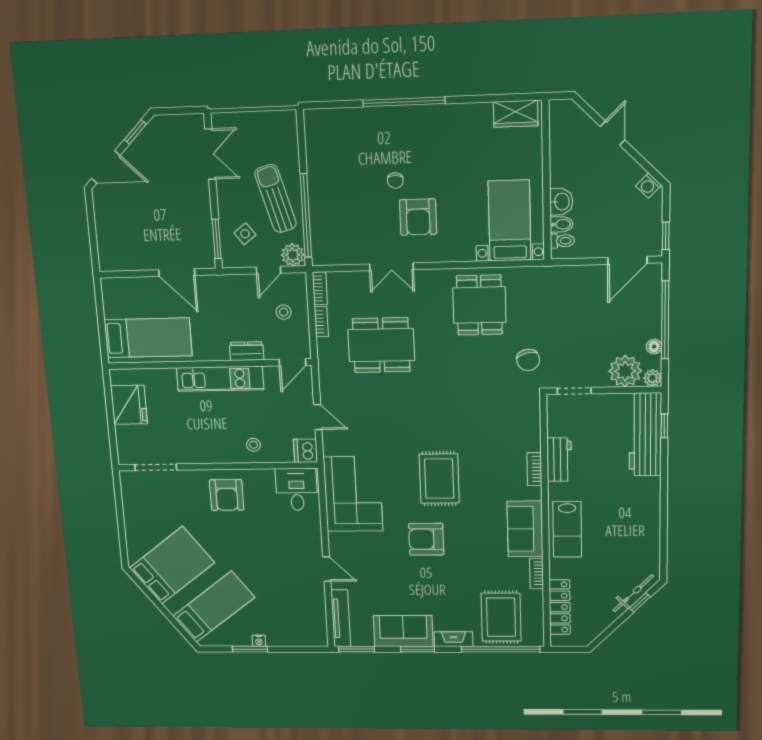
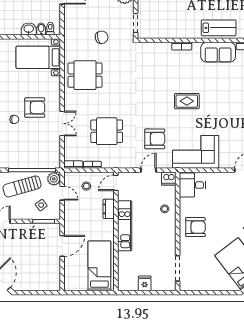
dining table: (381, 345) -> (107, 131), width x0.73
chair: (528, 360) -> (102, 37), moved
door: (292, 362) -> (116, 183), swing flipped
fridge: (129, 405) -> (145, 283), width x0.53, depth x0.75
workbench: (559, 460) -> (176, 32), removed
rug: (439, 479) -> (187, 101), width x0.73, depth x0.70
armchair: (426, 539) -> (155, 139), moved, turned -90

